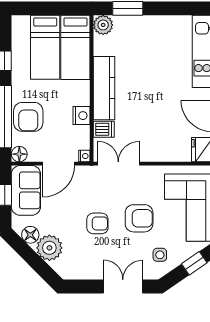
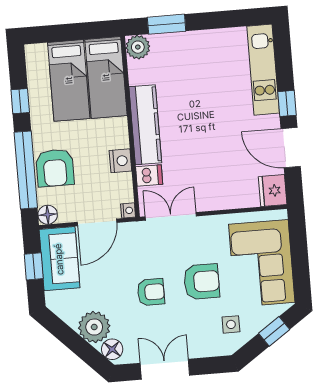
floor lamp: (30, 235) -> (112, 349), moved
double door: (123, 286) -> (165, 369), moved

